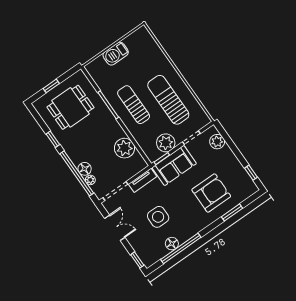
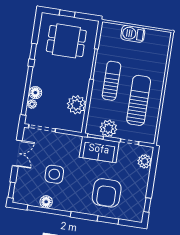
tv unit: (143, 180) -> (68, 139), removed
armchair: (211, 193) -> (107, 193), turned 90

